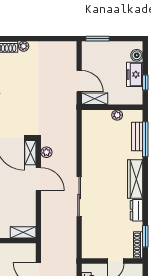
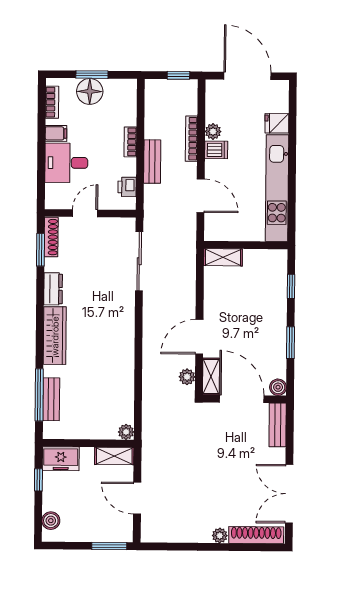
freezer: (135, 74) -> (61, 459), moved, turned 90
door: (79, 81) -> (137, 498), moved
plant: (117, 115) -> (126, 432), moved
door: (38, 179) -> (199, 337), hinge flipped
sliding door: (79, 197) -> (139, 261), moved

